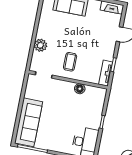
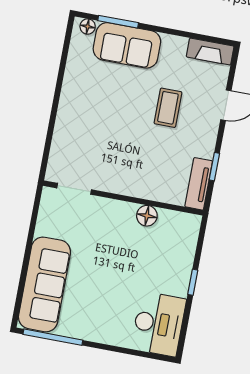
plant: (40, 45) -> (67, 129), removed
coffee table: (70, 62) -> (168, 108), moved

